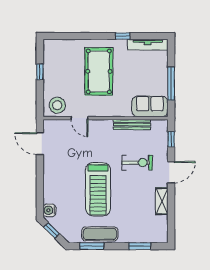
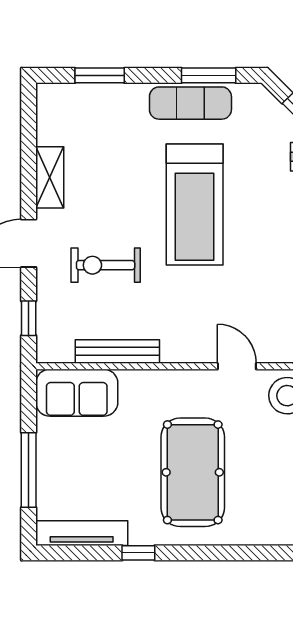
window: (171, 84) -> (29, 470), moved
treadmill: (98, 189) -> (195, 205), turned 180

